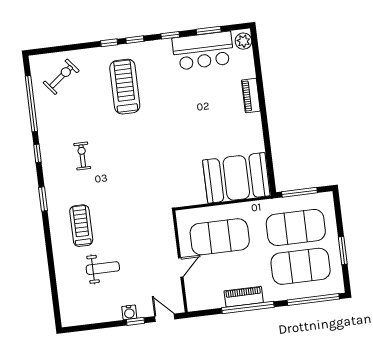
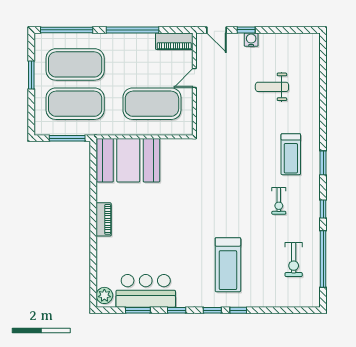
exercise bike: (61, 77) -> (294, 259), moved, turned -52
piano: (251, 96) -> (104, 219), moved
treadmill: (81, 226) -> (291, 154), moved
piano: (244, 297) -> (174, 41), moved

